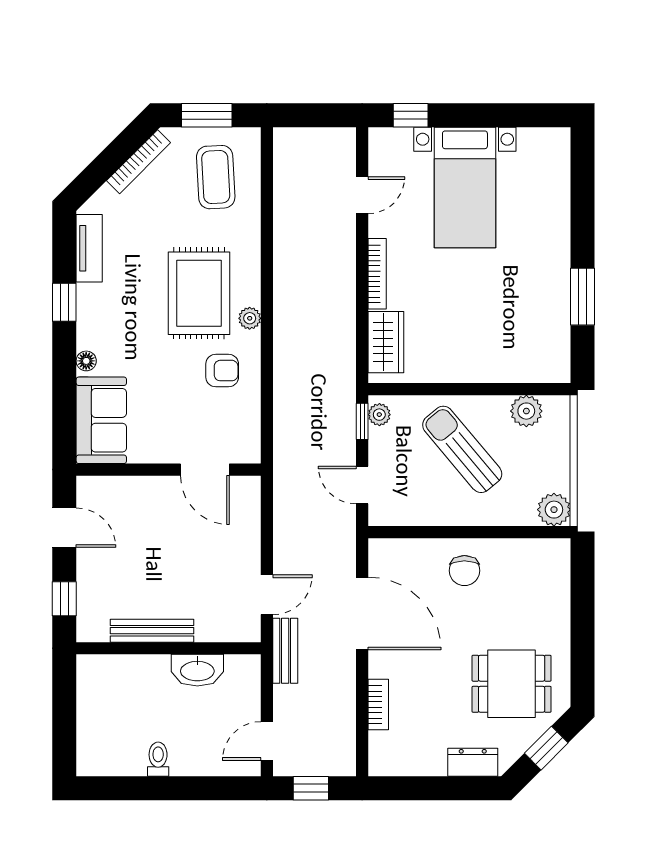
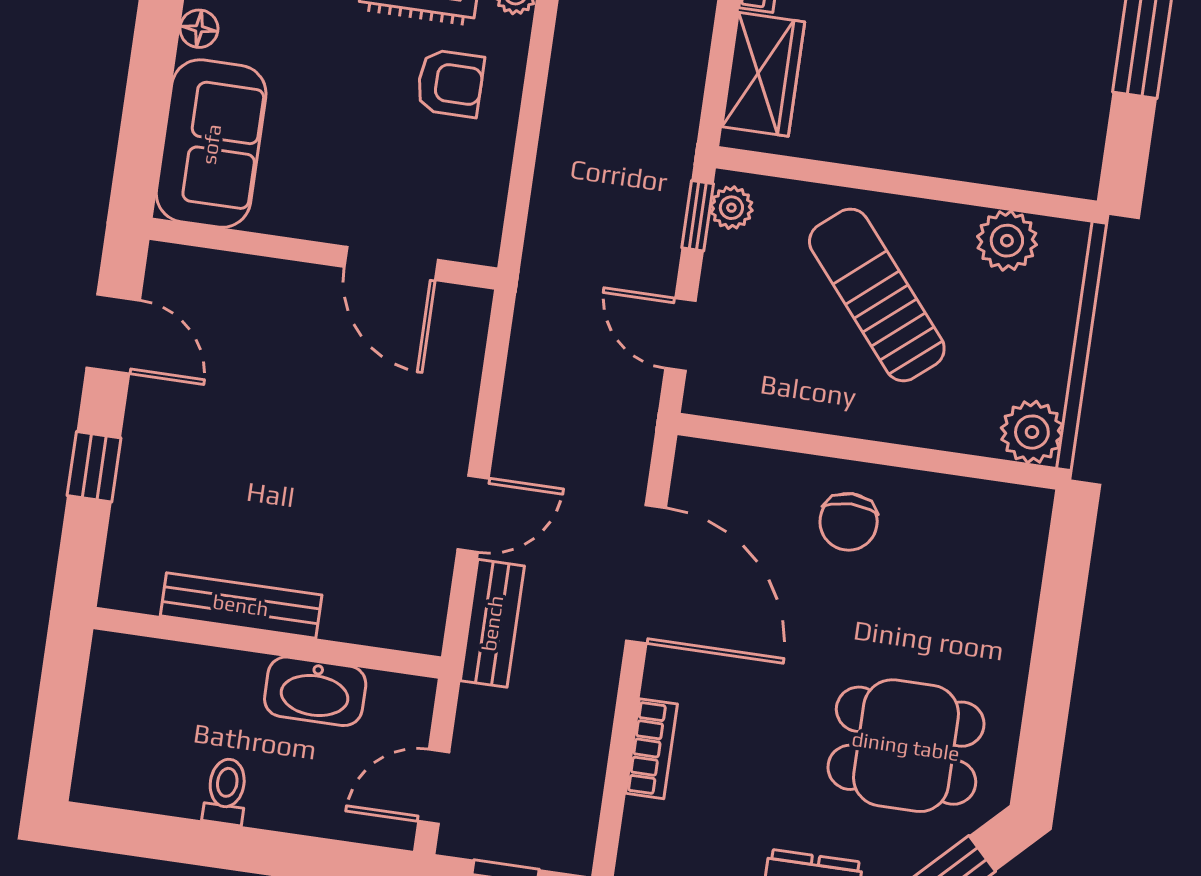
bench: (152, 631) -> (241, 605), moved
wall: (169, 648) -> (267, 643), moved
washbasin: (197, 670) -> (315, 691), moved

